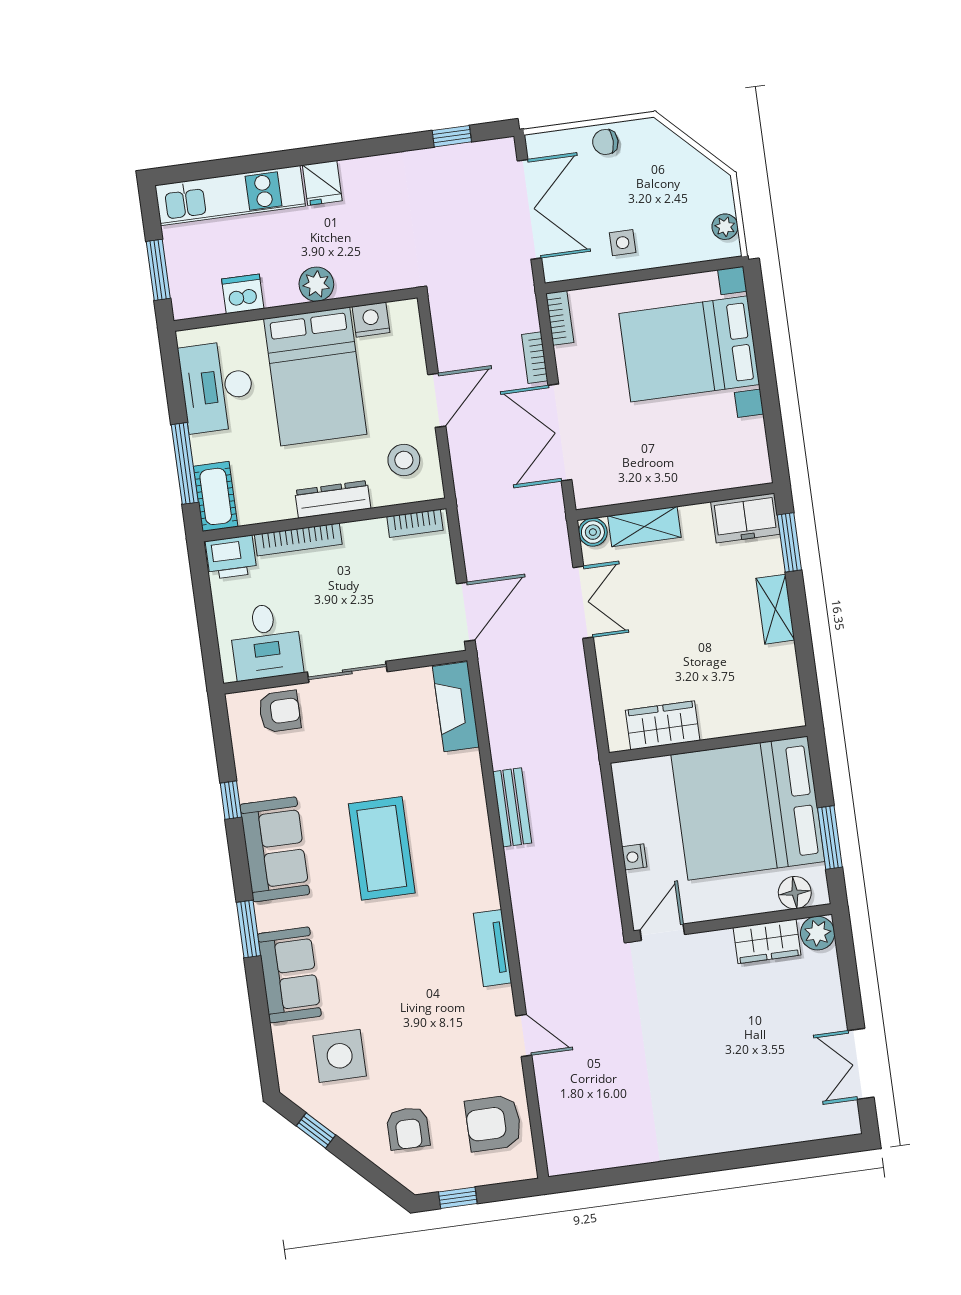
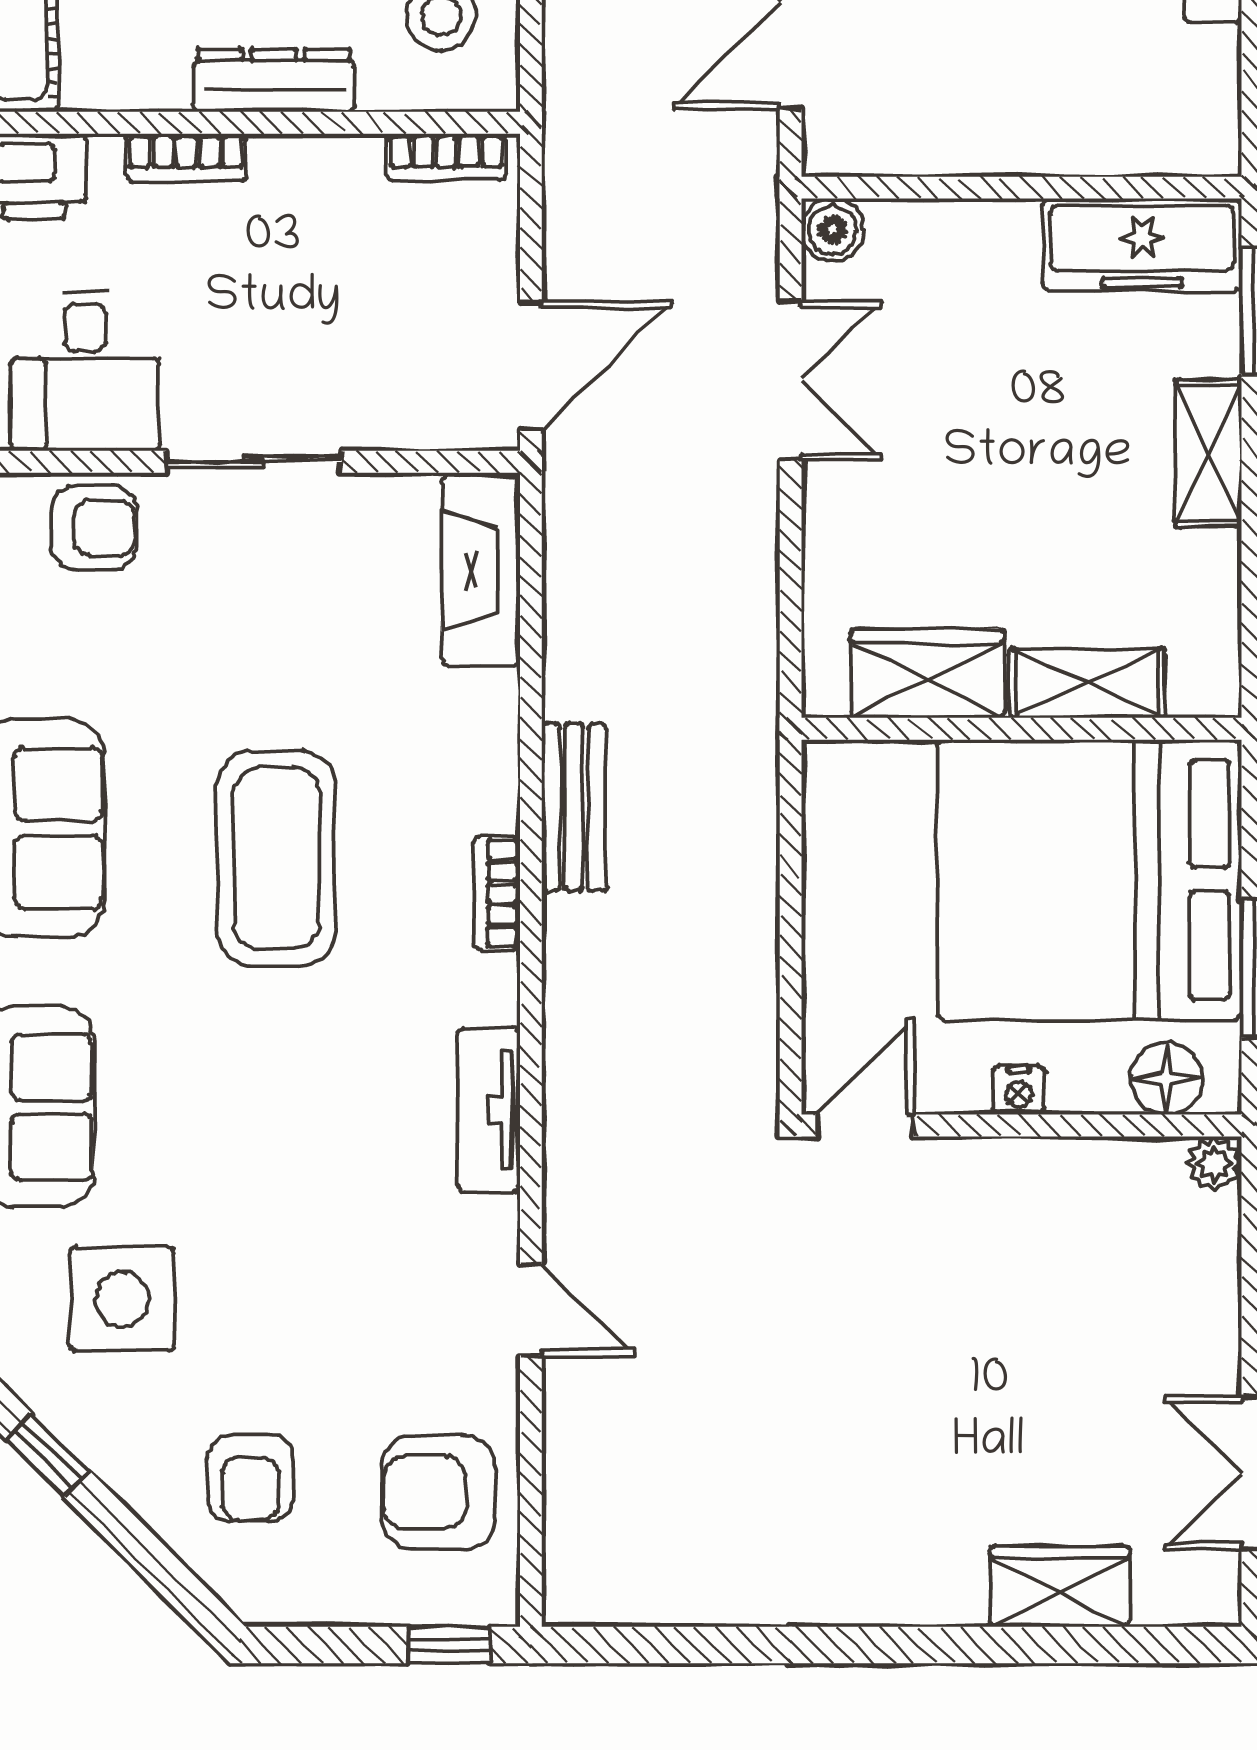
freezer: (745, 518) -> (1142, 245), width x1.40
shelving: (644, 527) -> (1087, 683), moved
bookcase: (298, 539) -> (186, 158), width x0.64
bookcase: (483, 850) -> (497, 893), added
nightstand: (634, 857) -> (1019, 1090), moved, turned -90
plant: (818, 933) -> (1214, 1164), width x0.73, depth x0.73
wardrobe: (767, 941) -> (1060, 1587), moved, turned 180
window: (458, 1198) -> (449, 1645), moved

